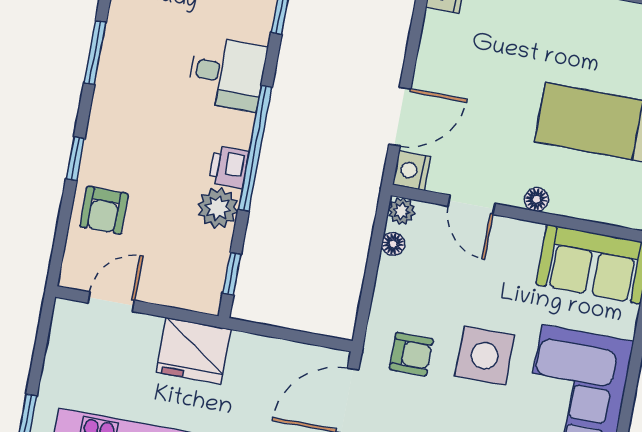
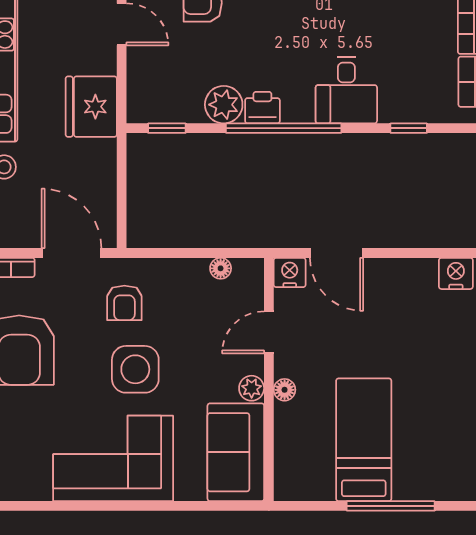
plant: (402, 211) -> (252, 388), moved

